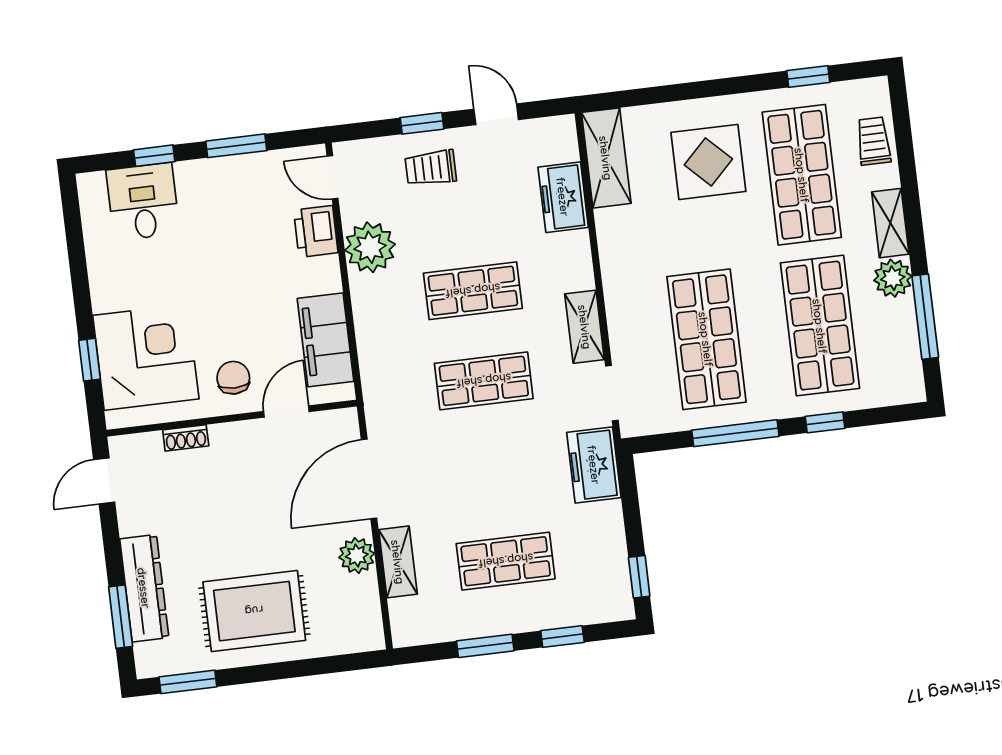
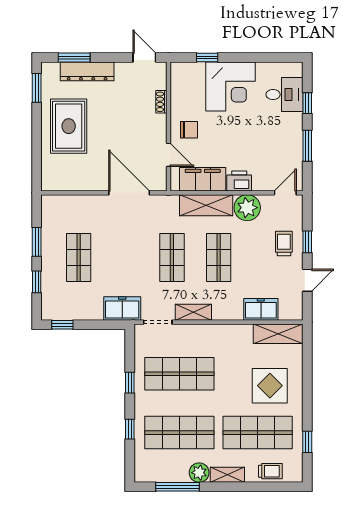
printer: (316, 231) -> (239, 181), moved
corner desk: (146, 357) -> (230, 86), moved
window: (735, 433) -> (130, 383), width x0.46
plant: (357, 556) -> (91, 182), removed
shelving: (398, 562) -> (206, 205), moved, width x1.50, depth x1.33

